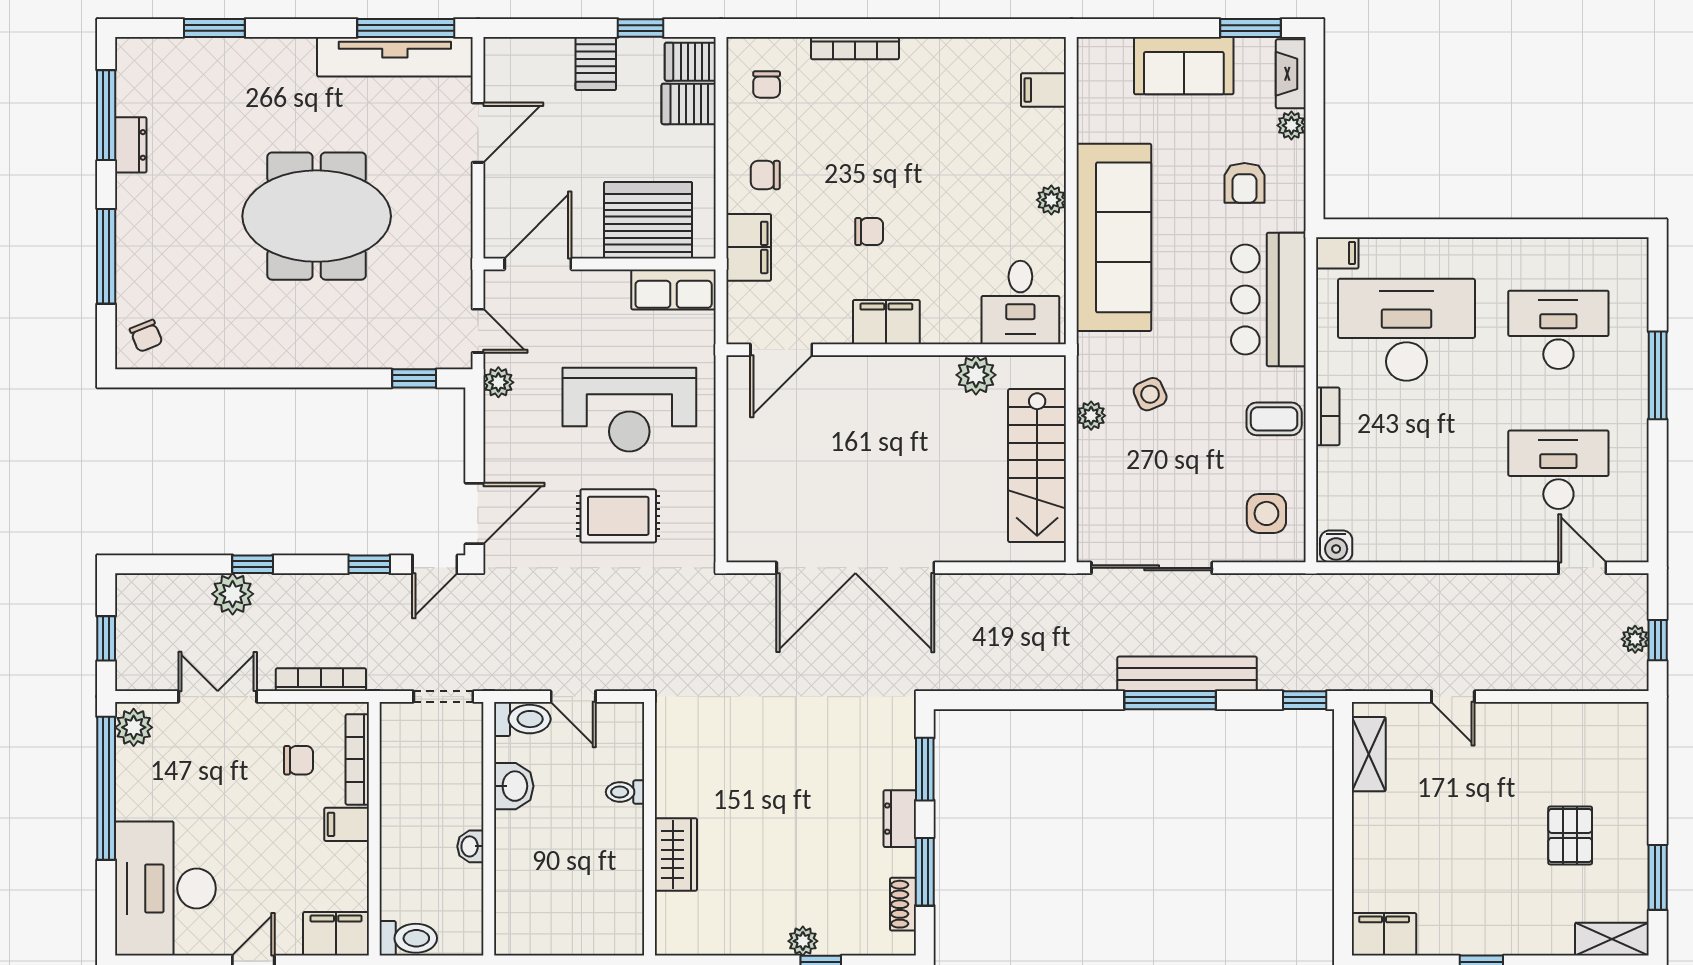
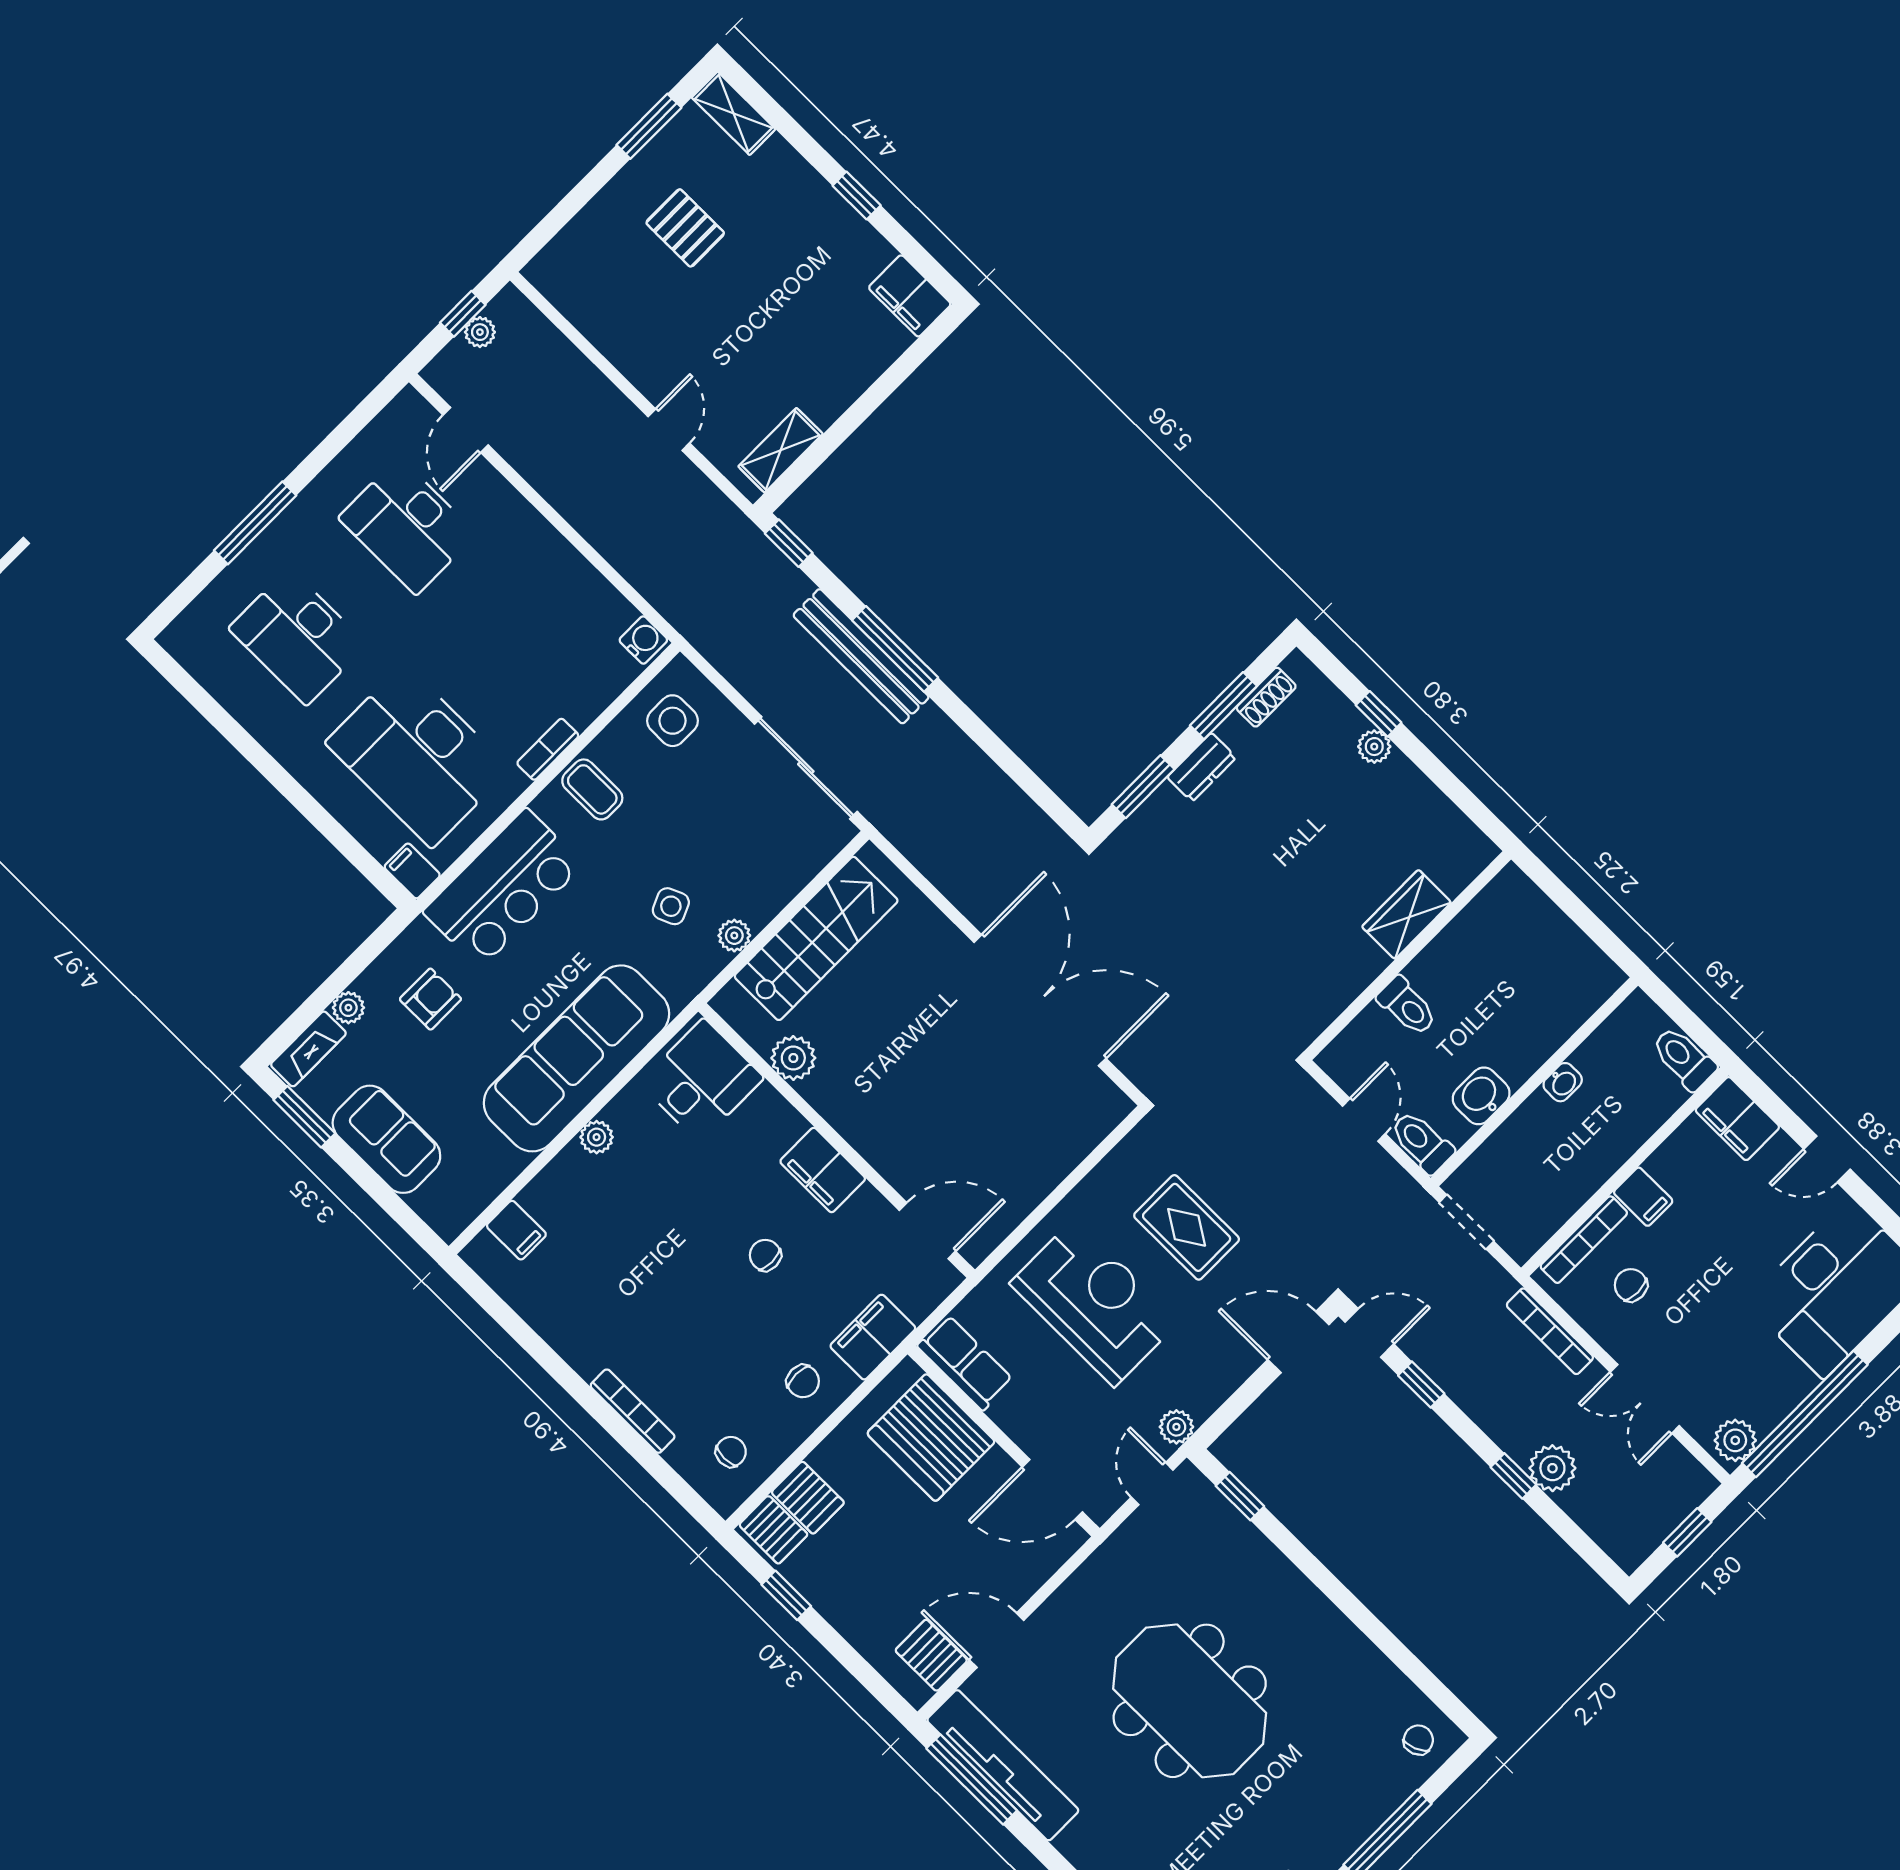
server rack: (596, 64) -> (931, 1655), moved, turned -90
toilet: (625, 792) -> (1407, 1006), width x1.37, depth x1.39
pallet: (1570, 835) -> (685, 228), turned 90

